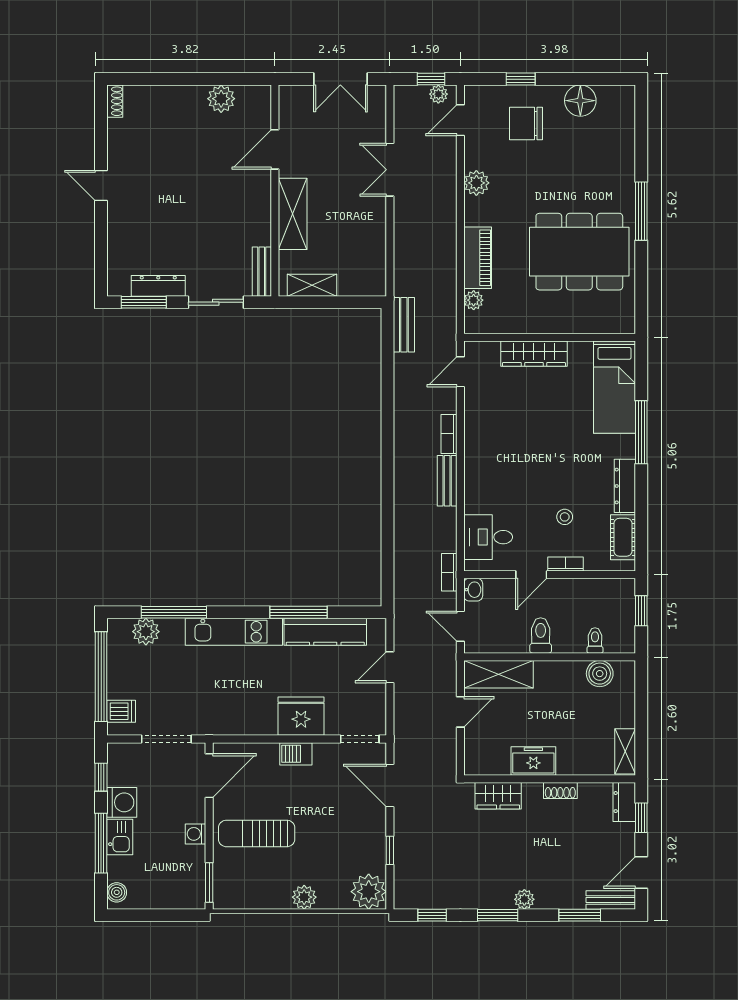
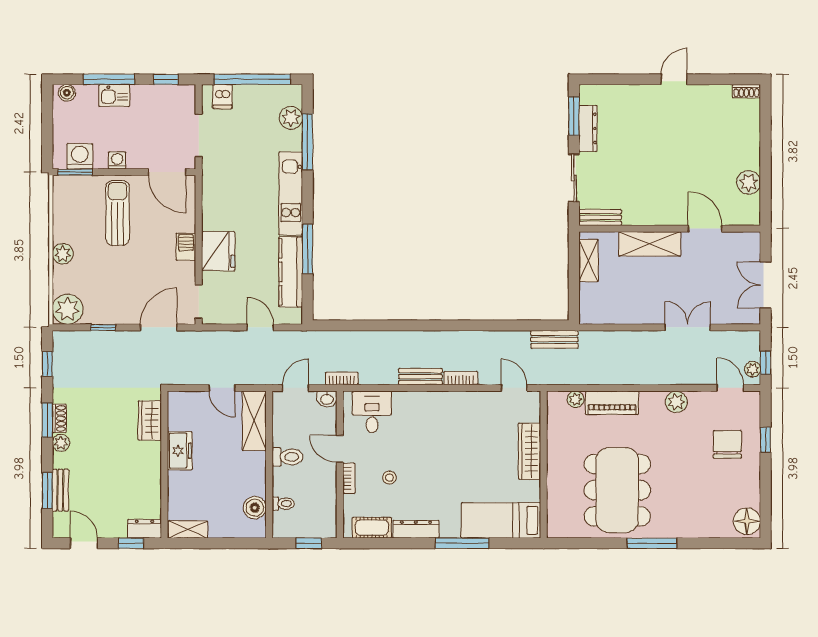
floor lamp: (580, 101) -> (747, 521), moved
shoe rack: (560, 791) -> (59, 418), moved, turned 180
washing machine: (122, 802) -> (80, 156), moved, turned 180
bench: (611, 900) -> (60, 490), moved

